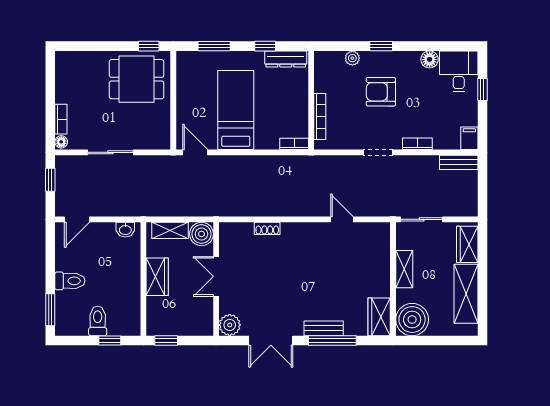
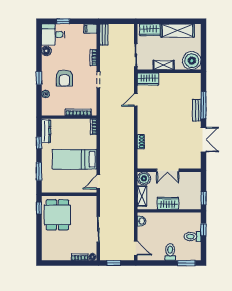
wardrobe: (379, 317) -> (148, 79), moved
plant: (230, 325) -> (195, 163), removed

